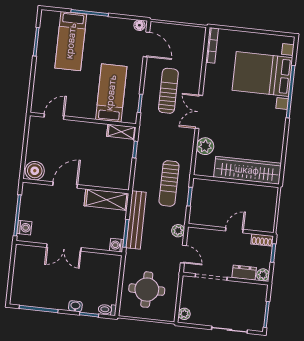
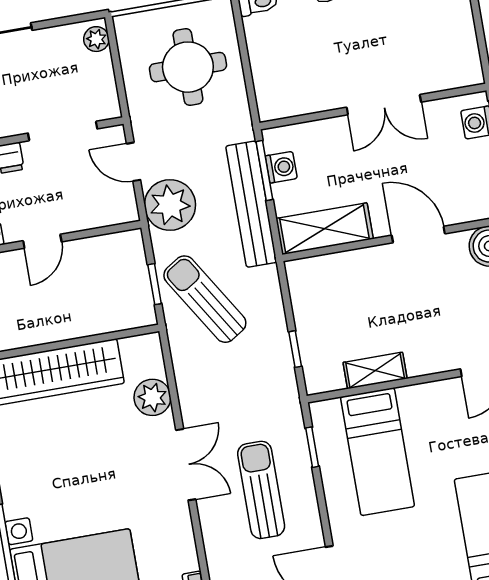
sun lounger: (168, 91) -> (261, 490), turned 180
shelving: (121, 132) -> (375, 371), moved
sun lounger: (169, 183) -> (205, 299), turned -32
door: (65, 185) -> (418, 235), swing flipped
plant: (178, 231) -> (170, 205), width x1.88, depth x1.88
washing machine: (117, 245) -> (281, 167), moved
double door: (64, 248) -> (384, 105), swing flipped

